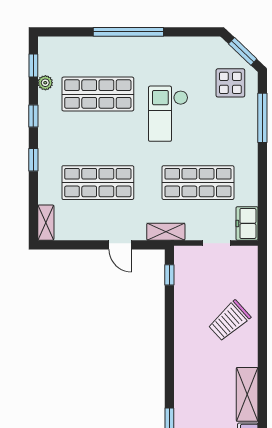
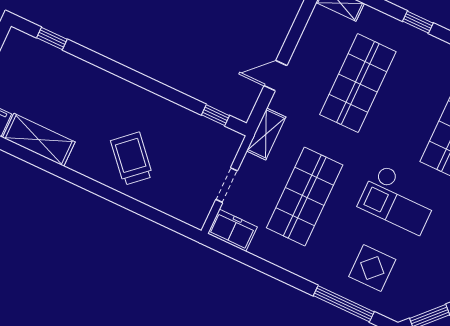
display table: (230, 83) -> (372, 268), moved
checkout: (168, 114) -> (398, 199), turned 180

